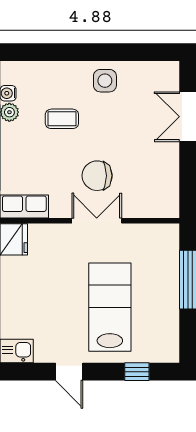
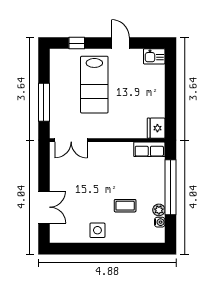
chair: (97, 176) -> (103, 169), removed
double door: (97, 221) -> (71, 140), moved

